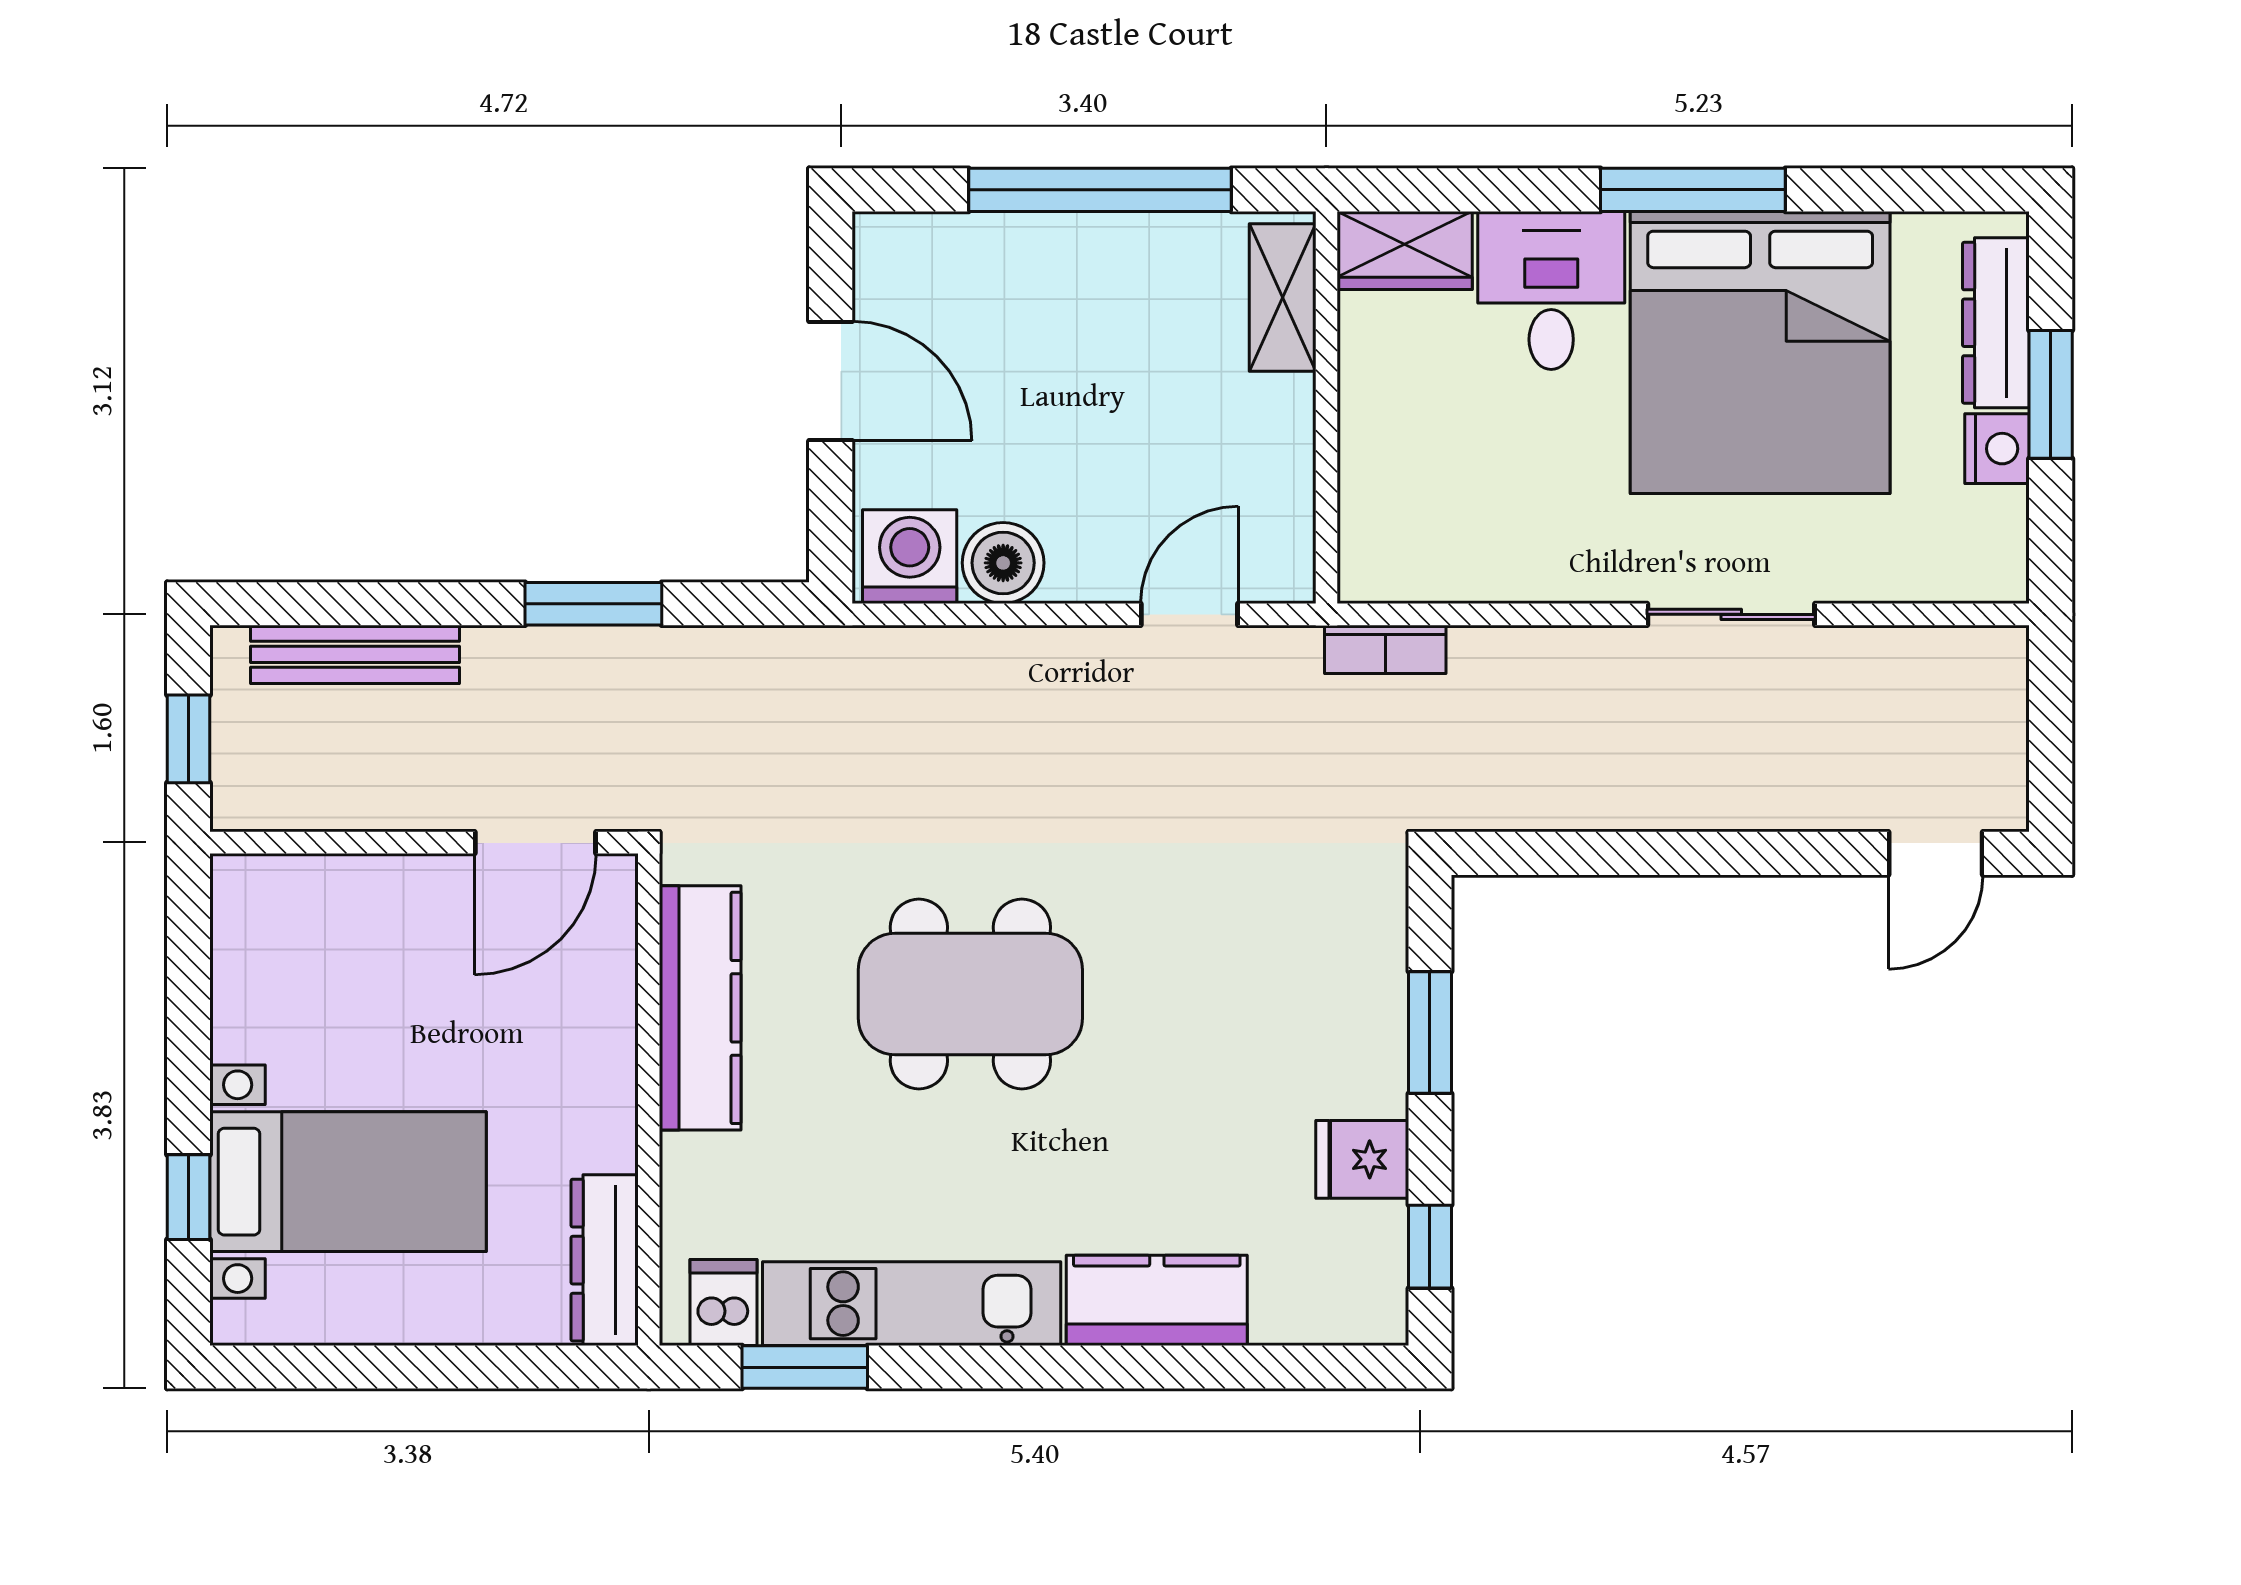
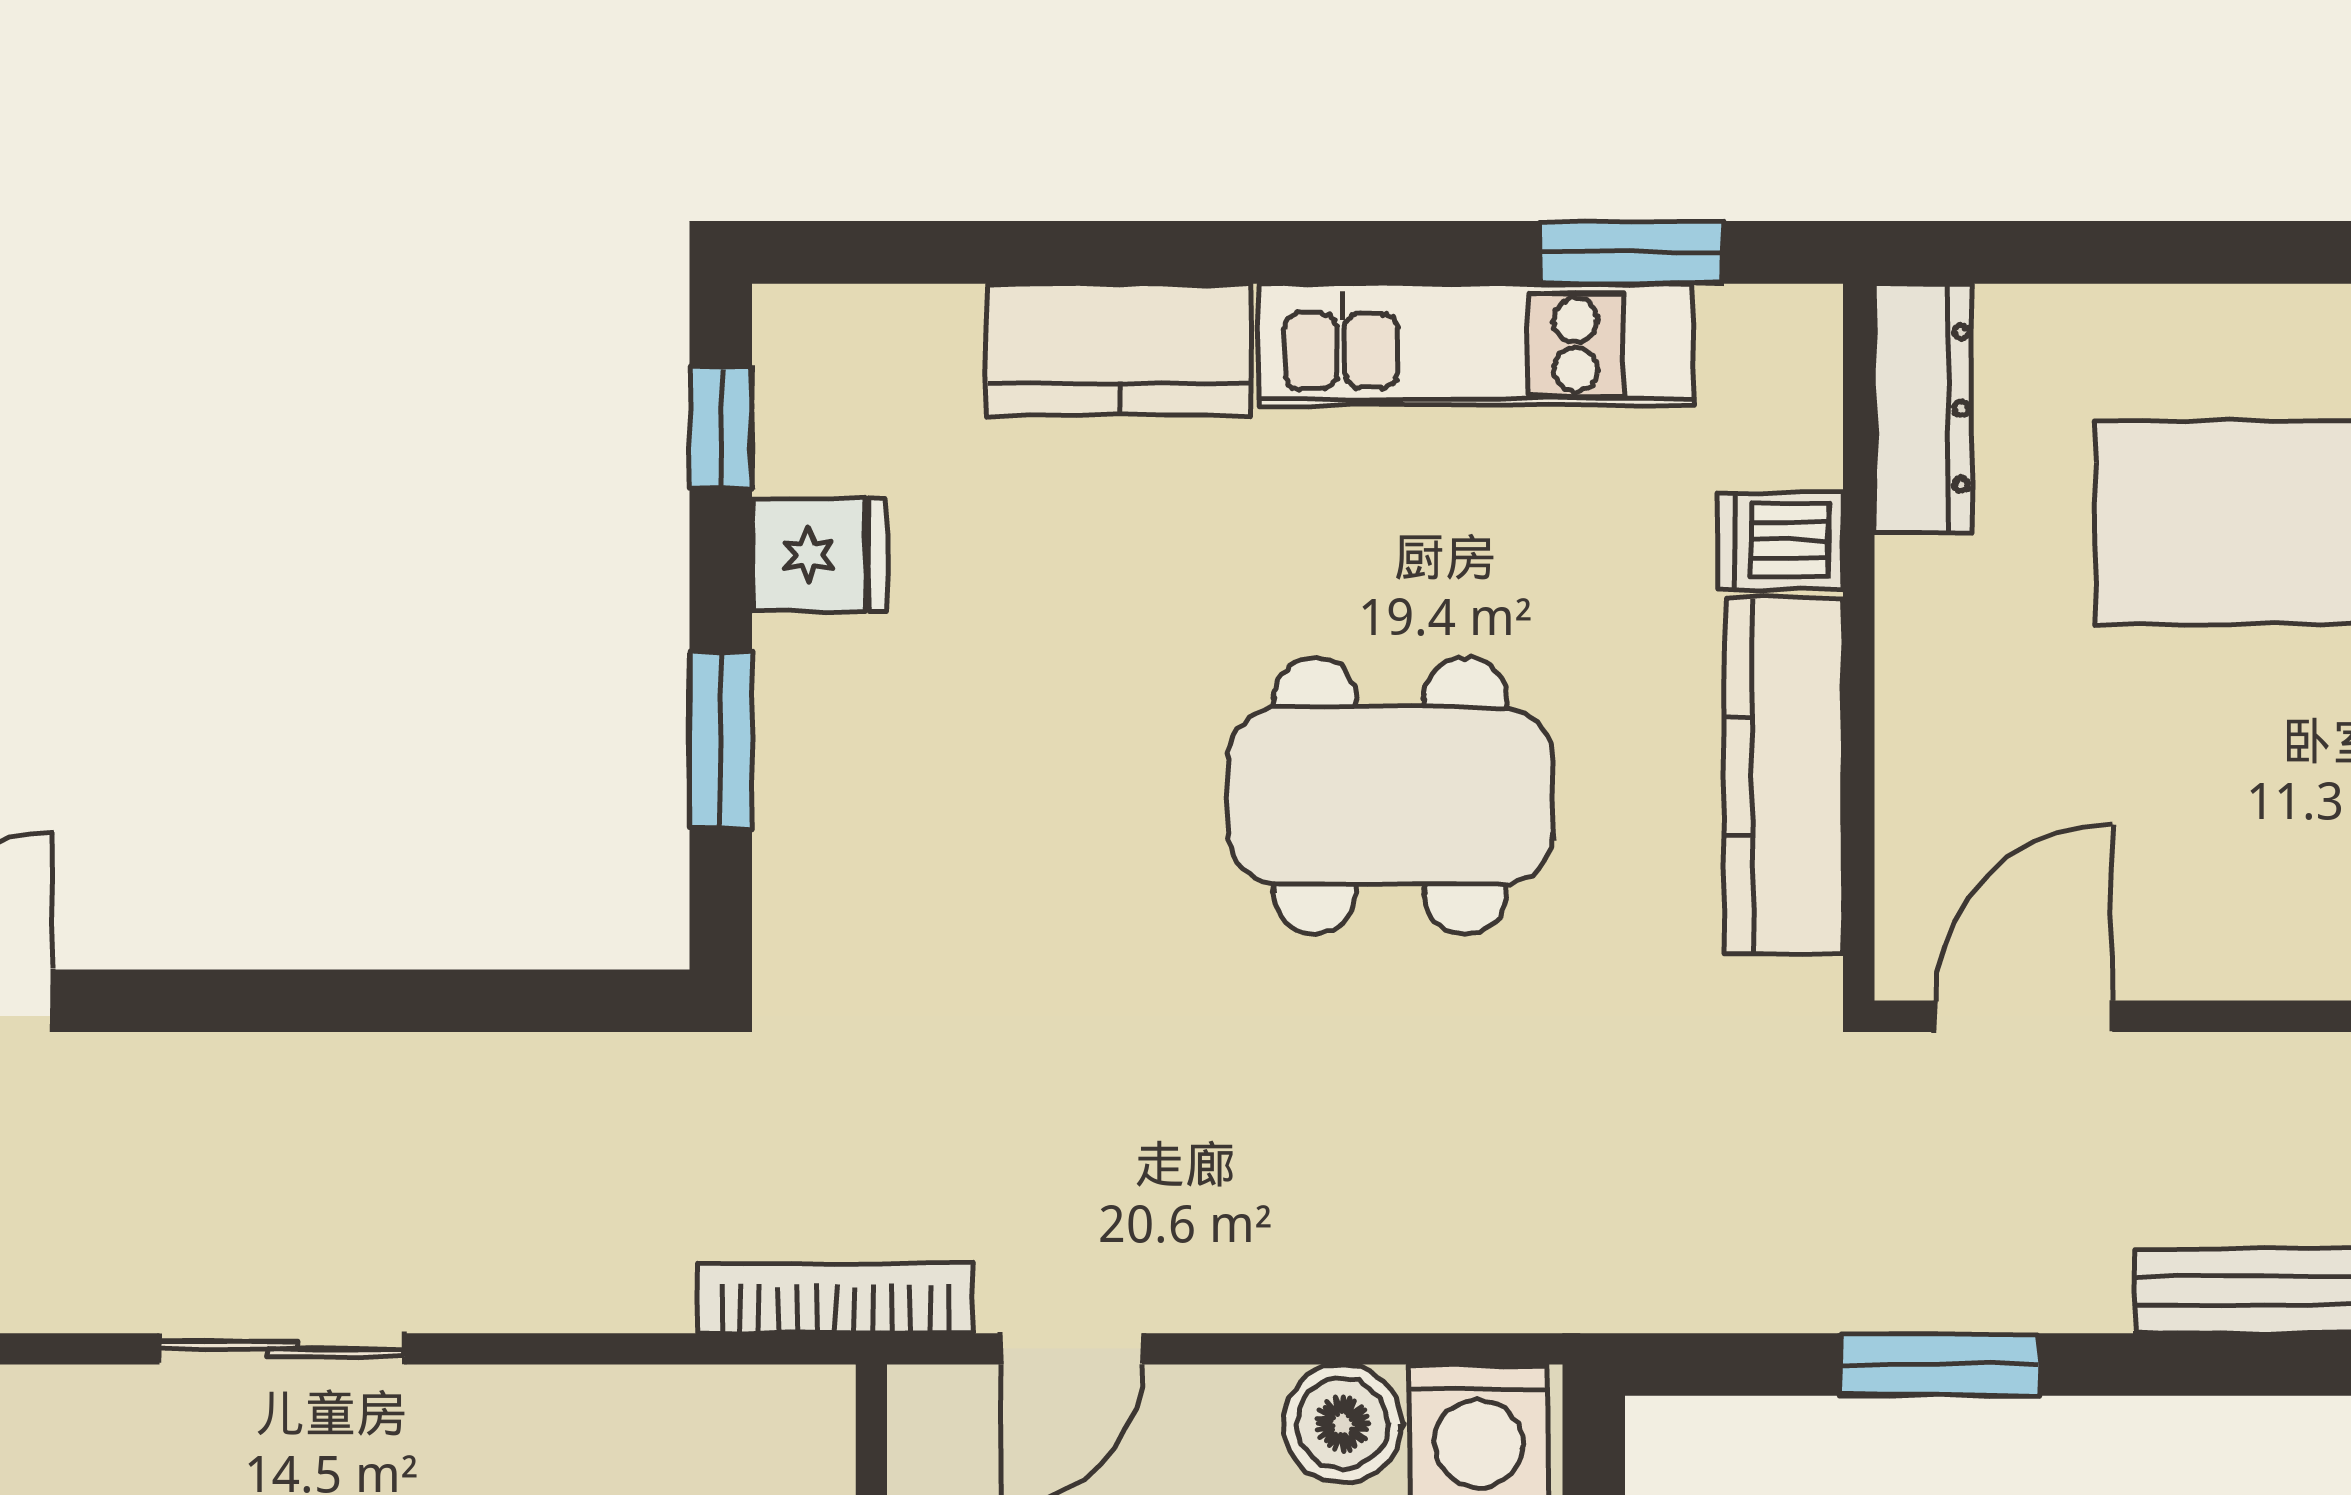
bookcase: (1385, 649) -> (835, 1298), width x1.56
dishwasher: (723, 1303) -> (1780, 541), moved, turned 90

